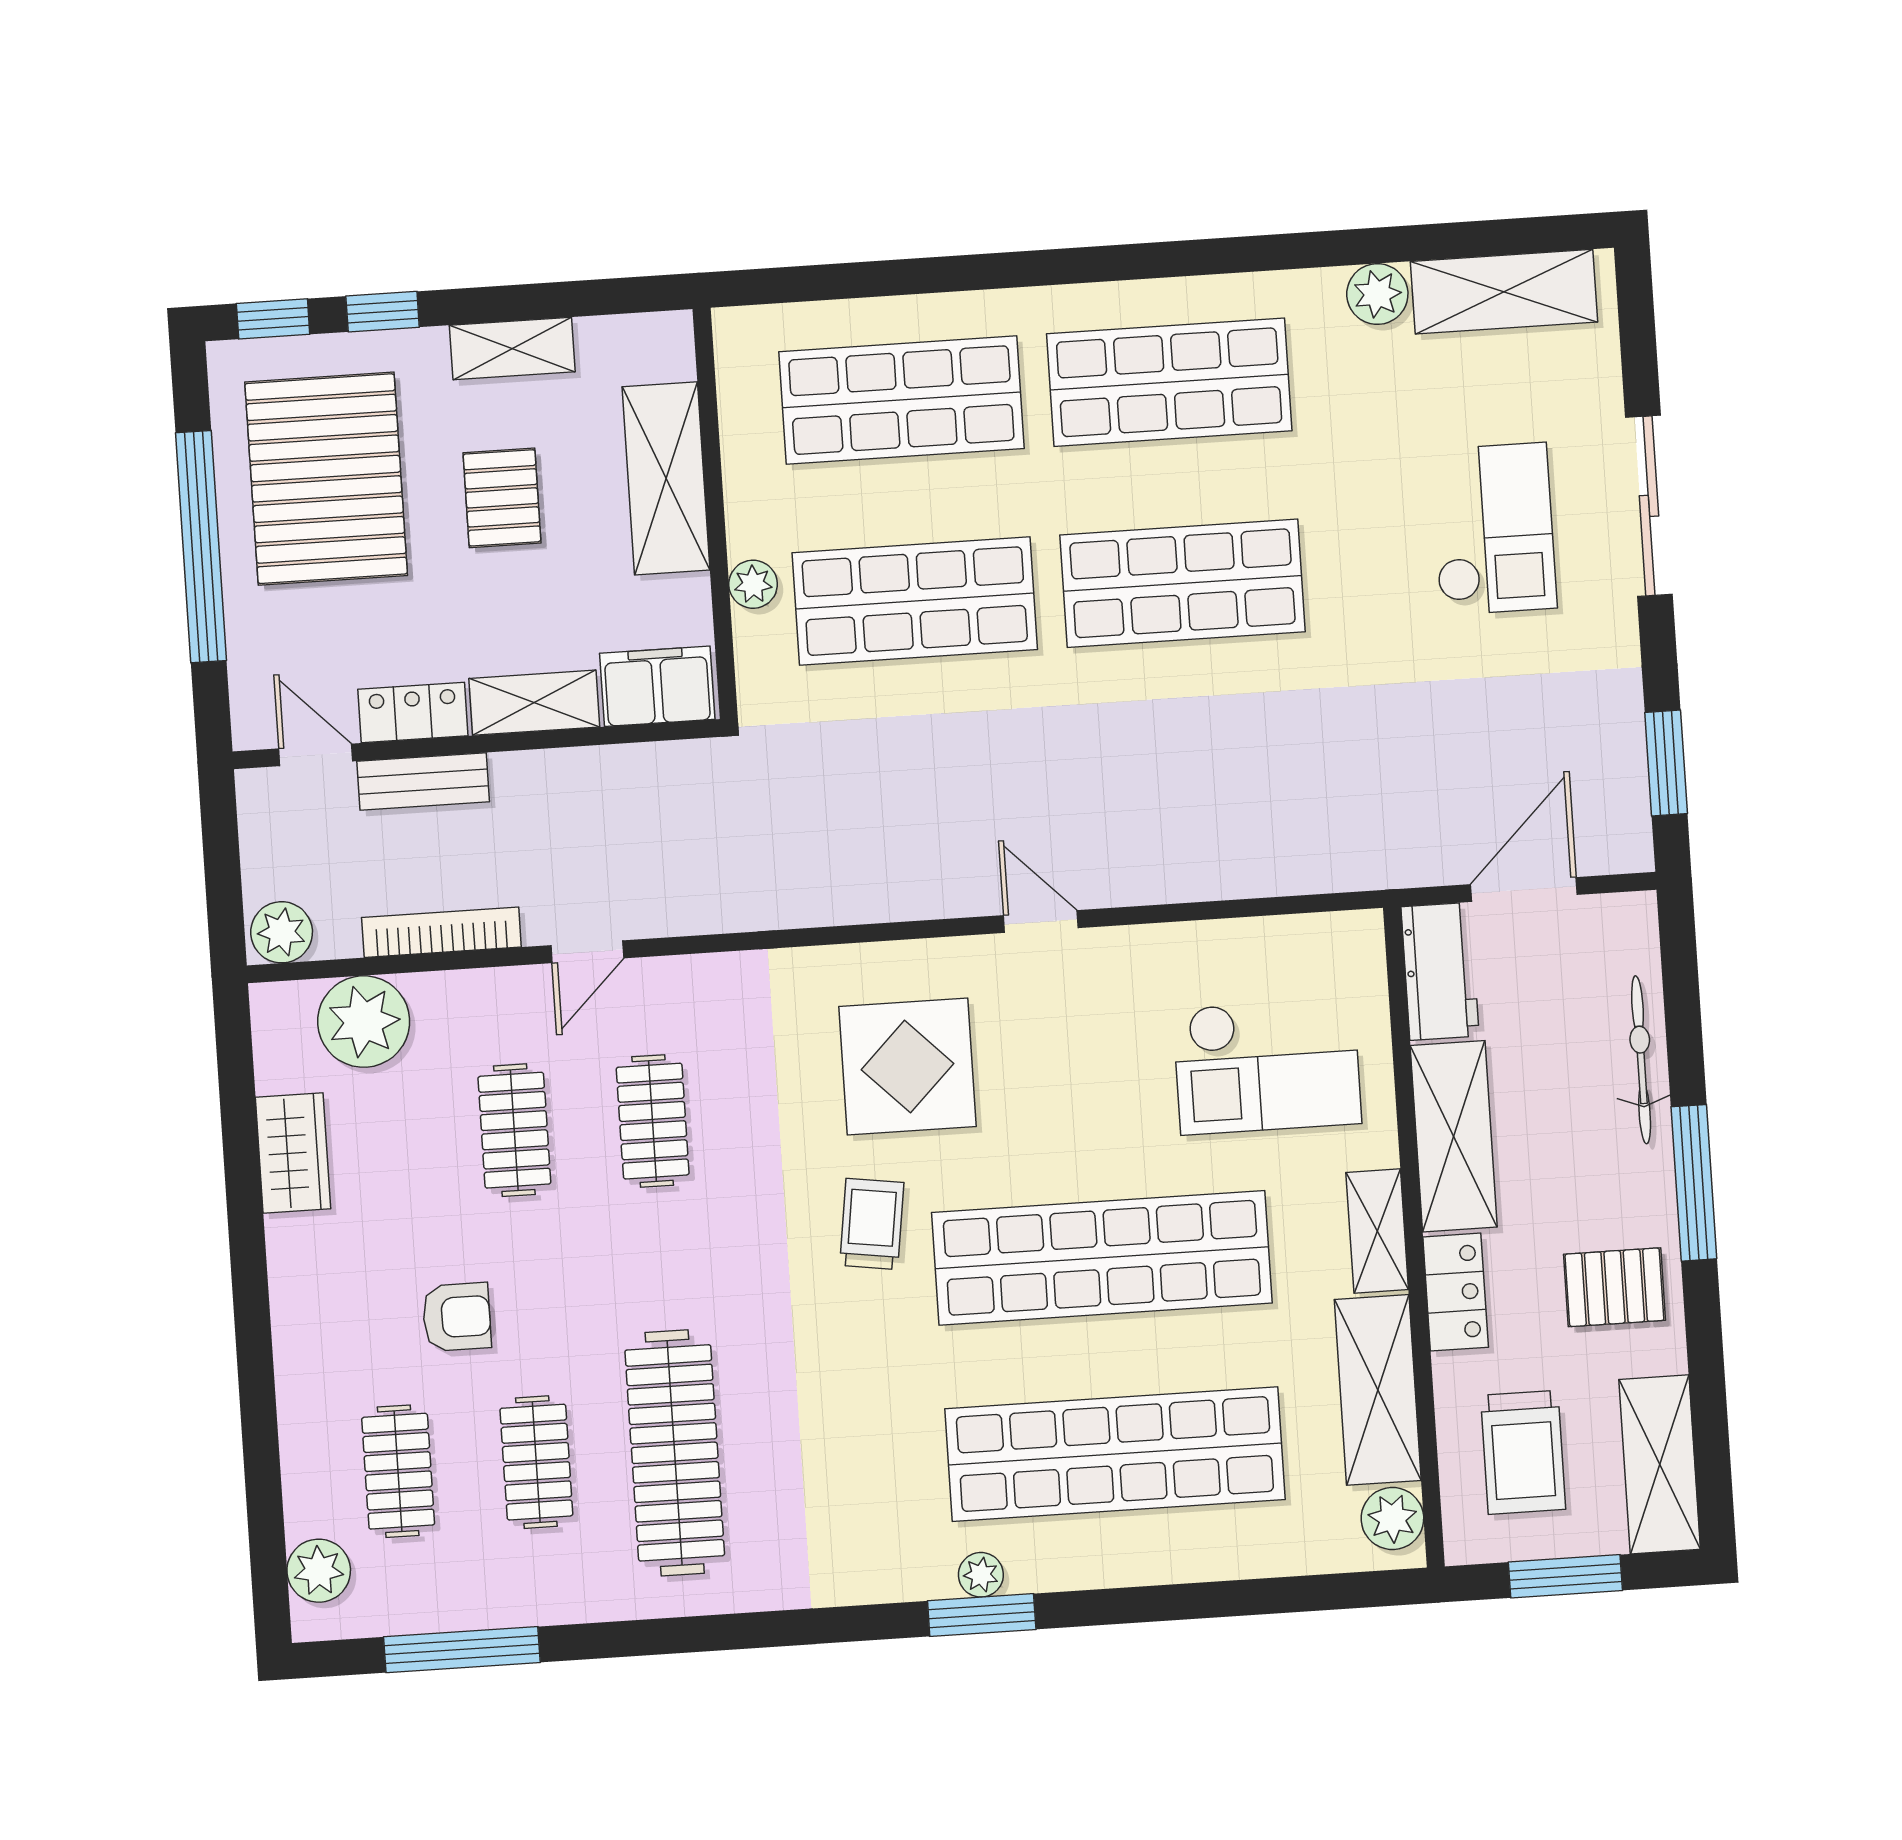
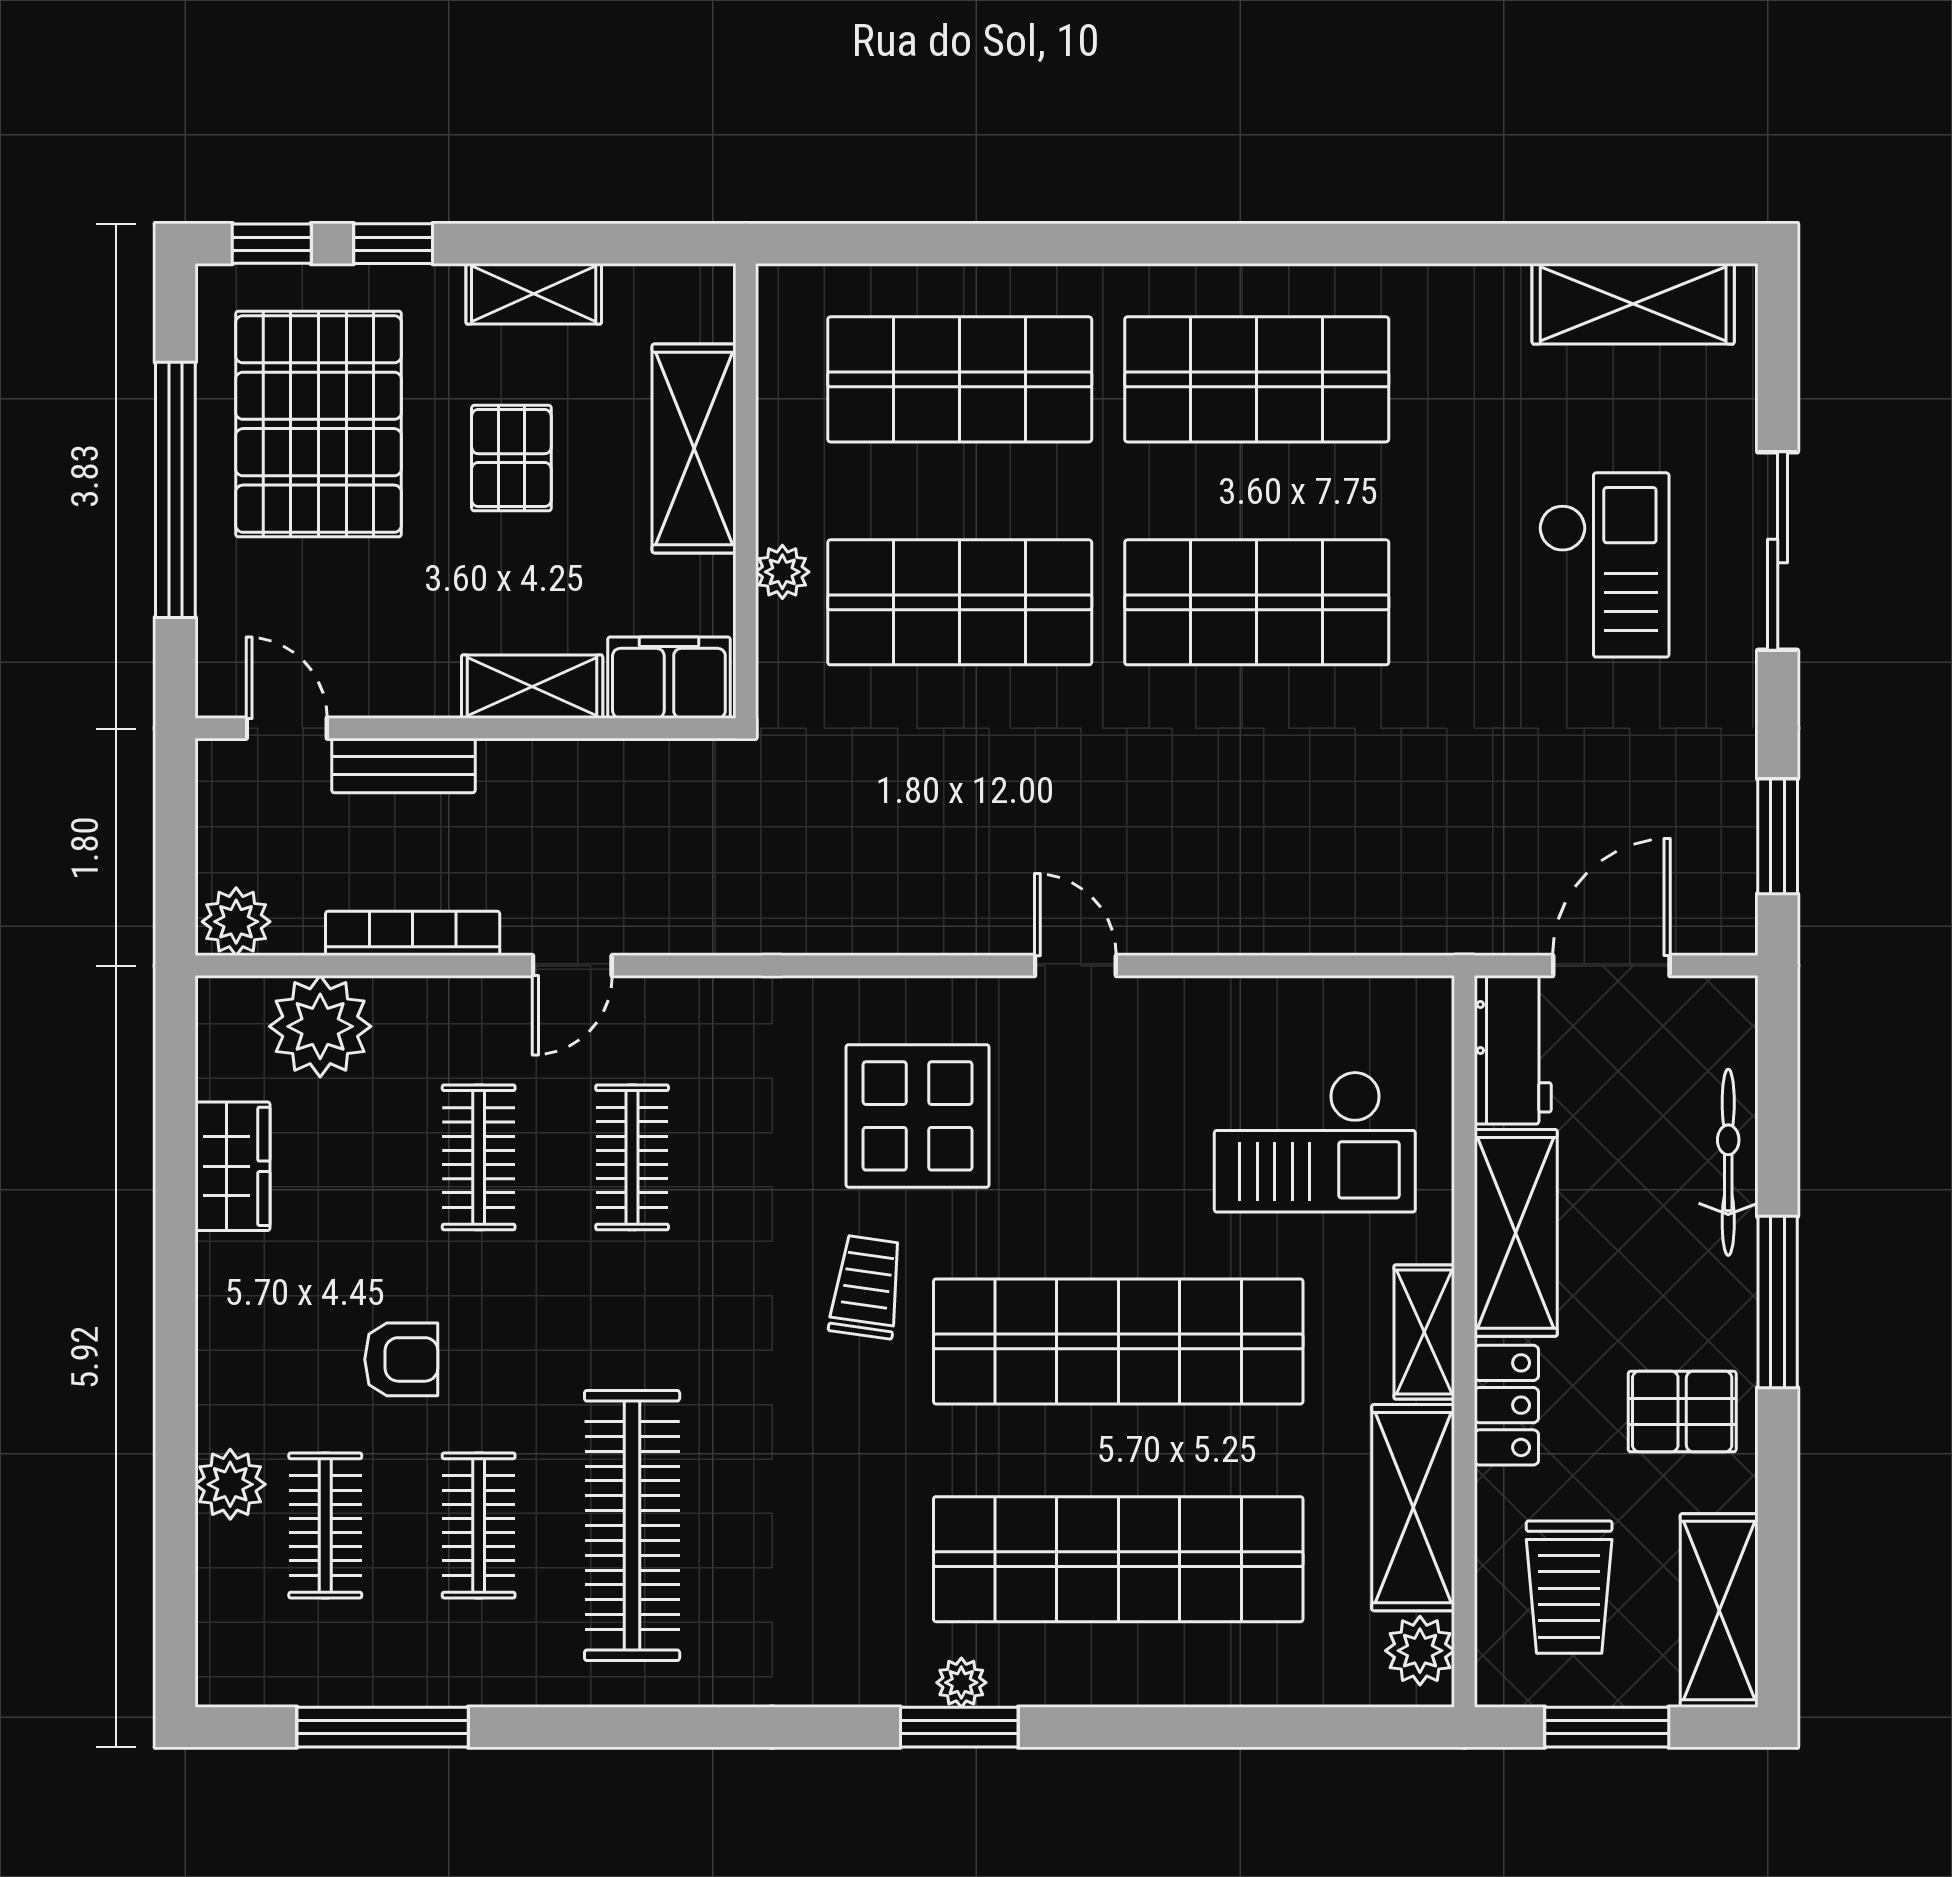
plant: (1377, 294) -> (1493, 297), removed
locker: (413, 712) -> (397, 689), removed
plant: (319, 1571) -> (230, 1484), moved

